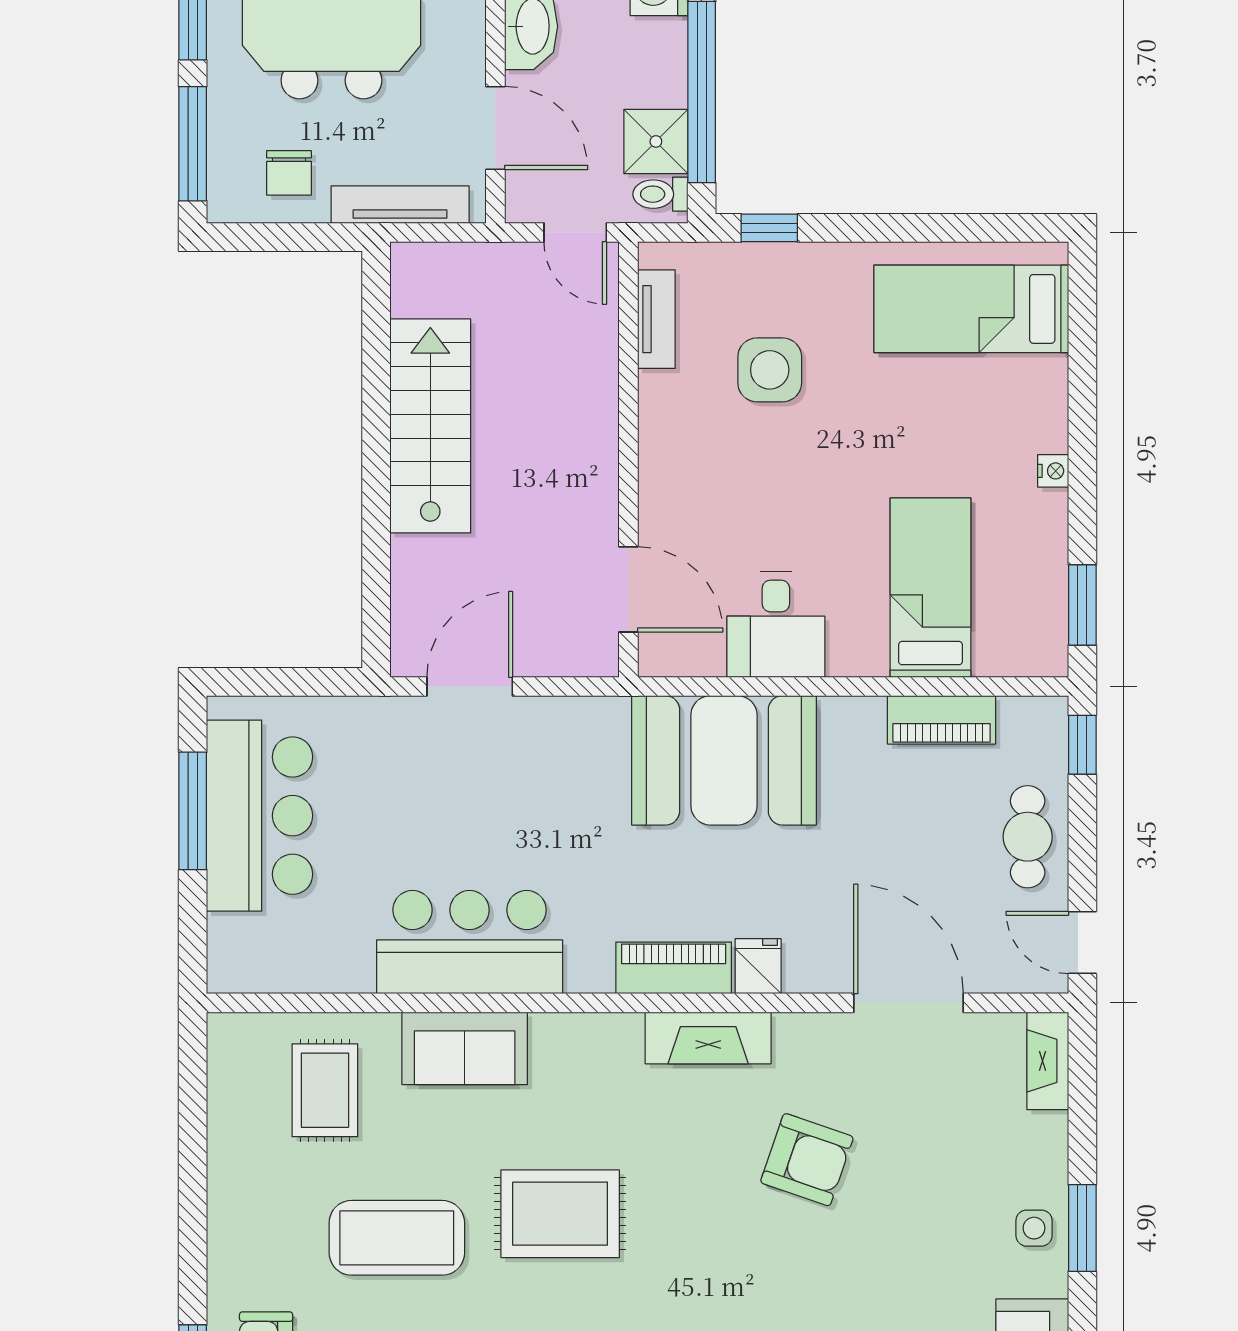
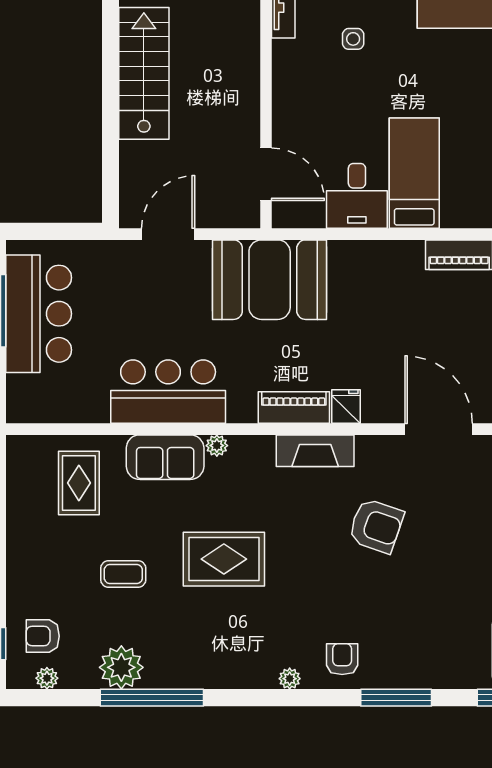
side table: (770, 370) -> (353, 39), width x0.54, depth x0.54
bed: (930, 588) -> (414, 173), moved
booth: (724, 760) -> (270, 280), moved
plant: (549, 1029) -> (217, 446), added
coffee table: (397, 1238) -> (123, 574), width x0.54, depth x0.58

